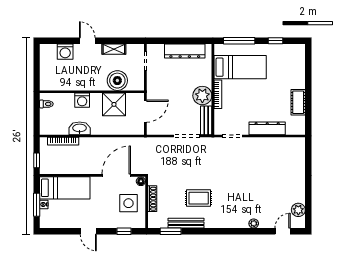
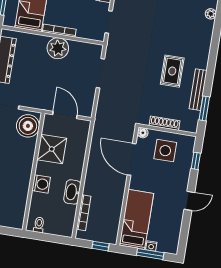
boiler: (117, 81) -> (28, 126), moved
bench: (206, 120) -> (86, 48), removed

